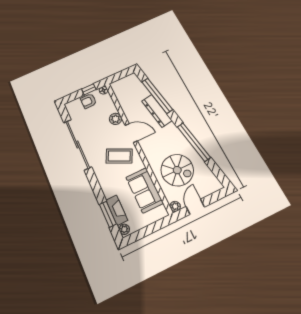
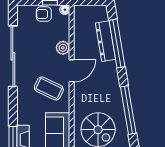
dresser: (157, 111) -> (105, 41), moved
door: (131, 133) -> (72, 71), hinge flipped

